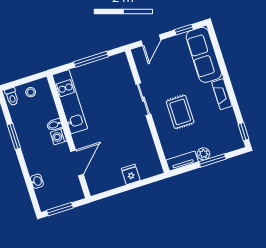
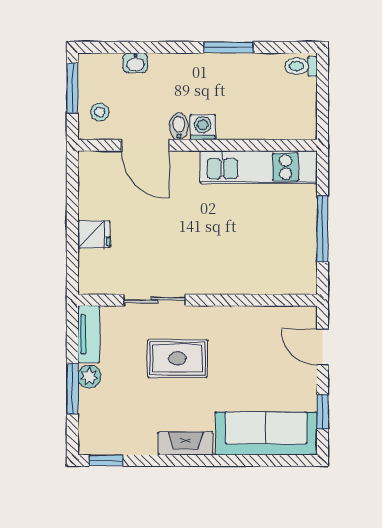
stool: (31, 92) -> (100, 112), moved
sliding door: (143, 99) -> (154, 300), moved
bidet: (54, 125) -> (179, 126), moved

